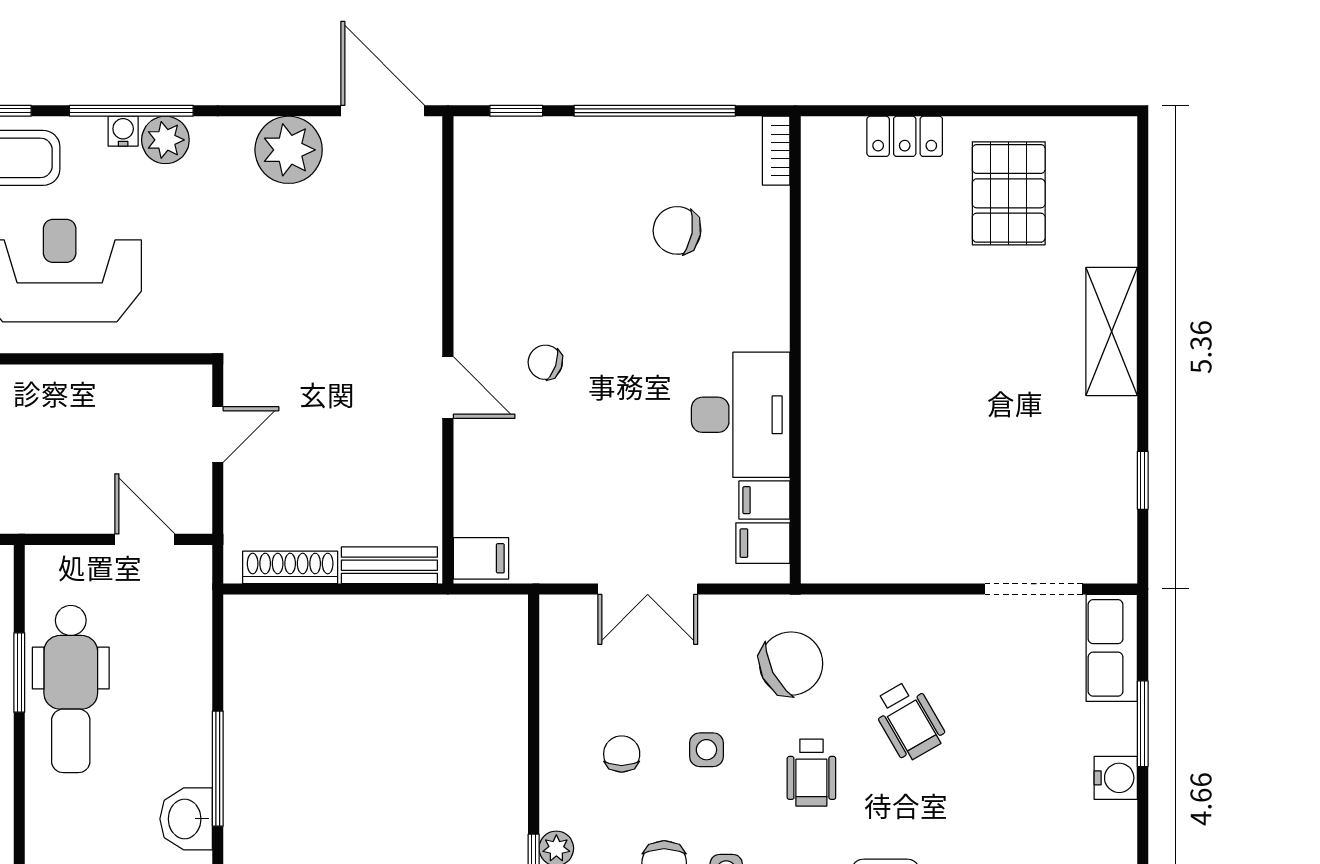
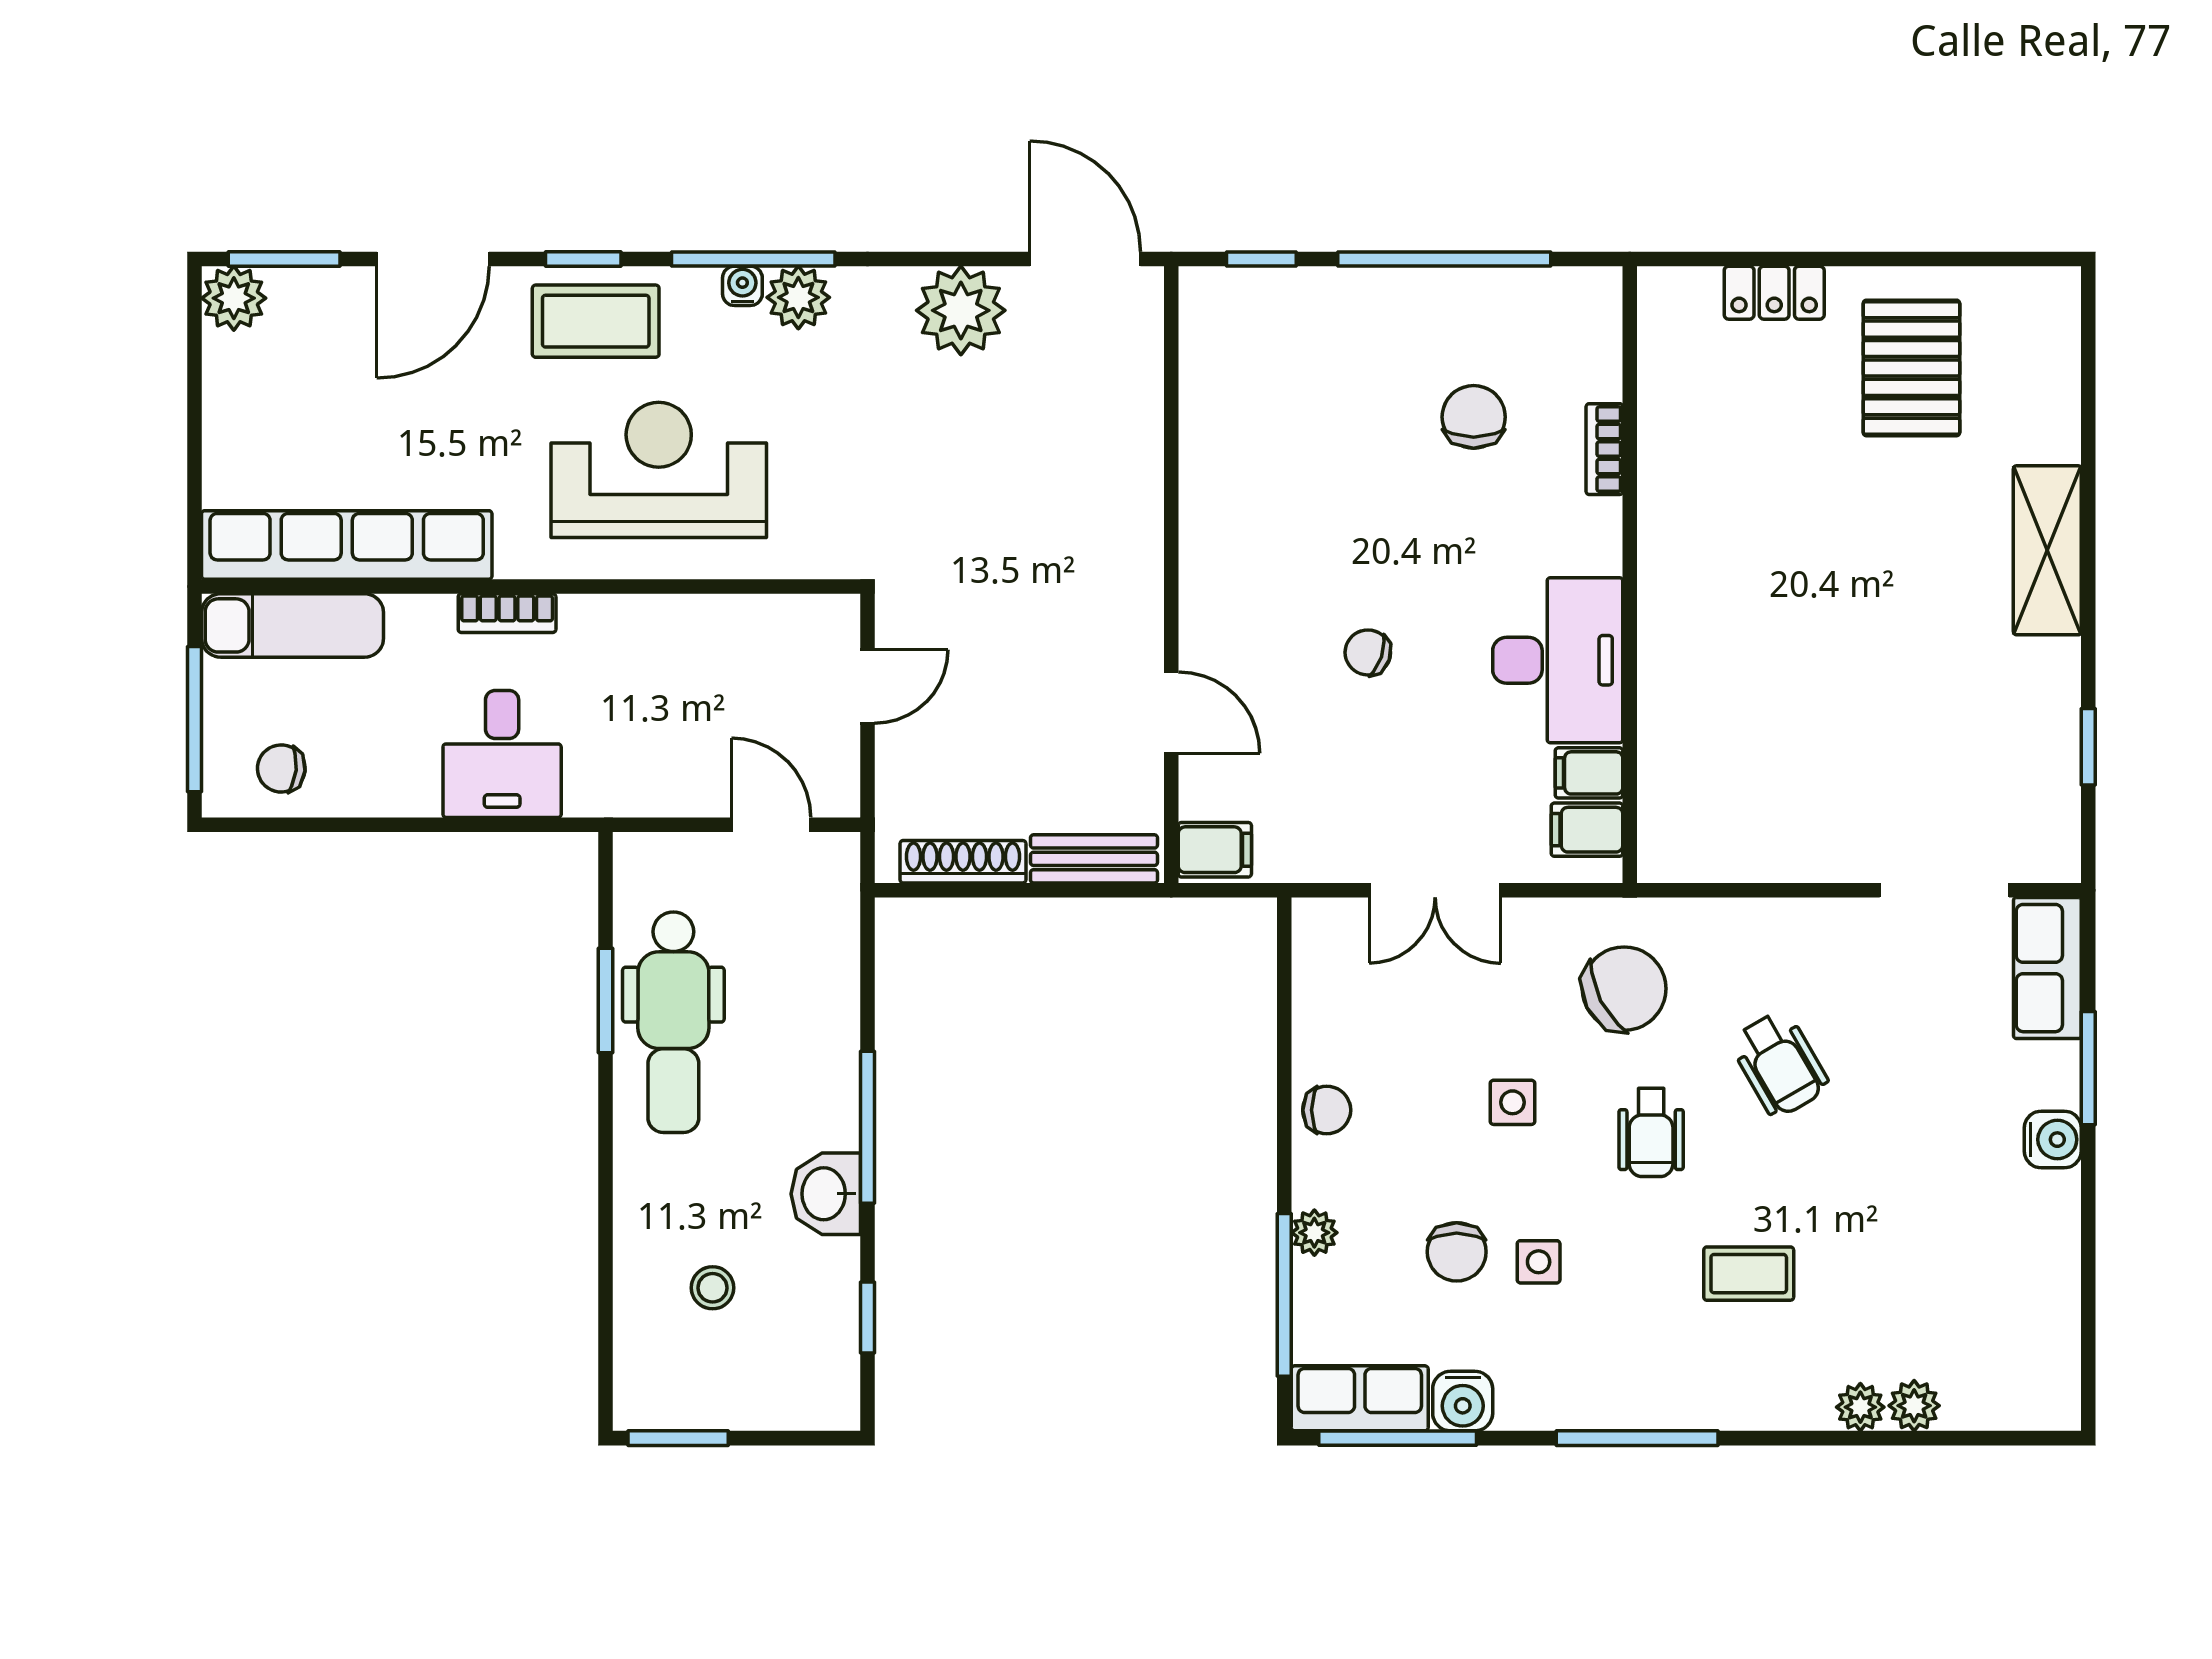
bookcase: (776, 151) -> (1604, 449), moved
chair: (677, 230) -> (1474, 417), turned 80
chair: (545, 362) -> (1368, 652), moved
door: (448, 387) -> (1171, 713), moved
chair: (622, 754) -> (1327, 1110), moved, turned 90

